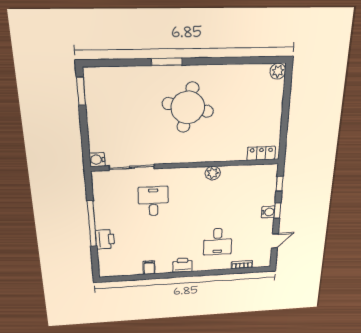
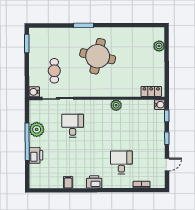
plant: (278, 71) -> (159, 46), moved
cafe table: (125, 130) -> (54, 71), added
plant: (104, 208) -> (37, 129), added
water cooler: (268, 212) -> (160, 105), moved
desk: (218, 242) -> (121, 162), turned 180

